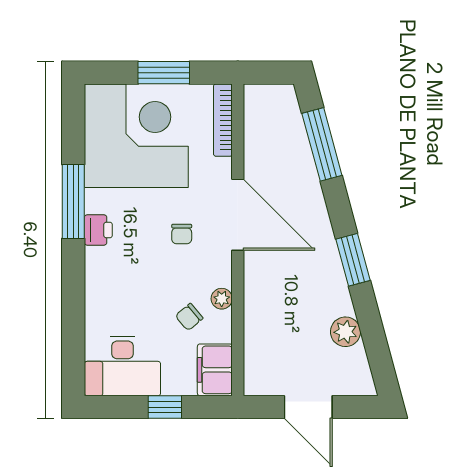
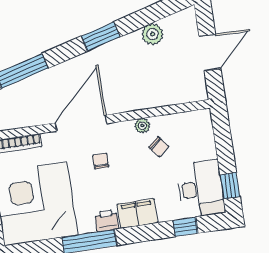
chair: (182, 234) -> (101, 161), turned -90
window: (73, 337) -> (185, 227), added
filing cabinet: (215, 370) -> (137, 213), moved, turned 180
window: (165, 407) -> (230, 186), moved

